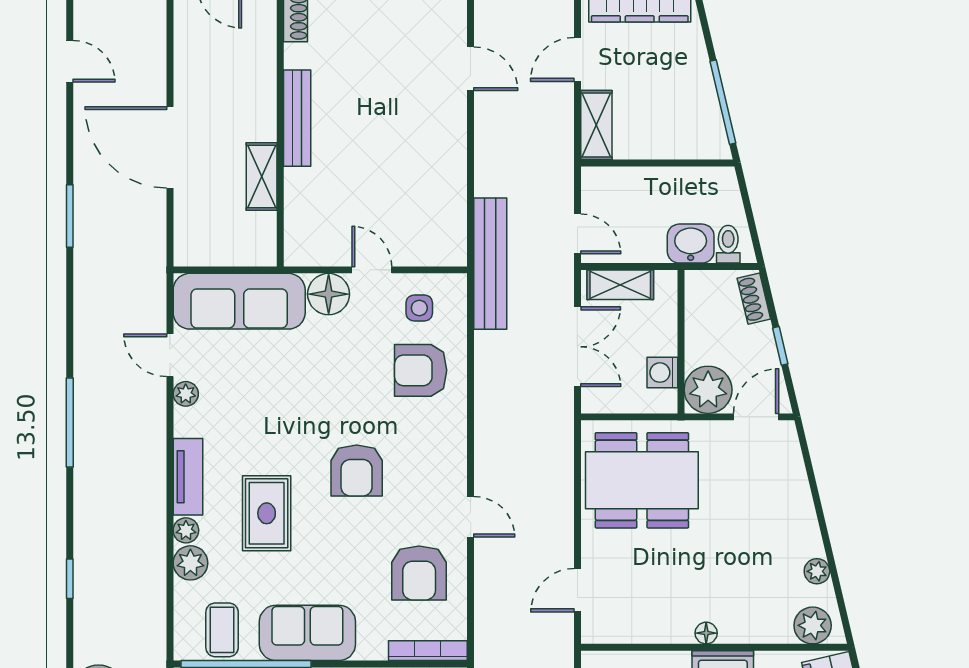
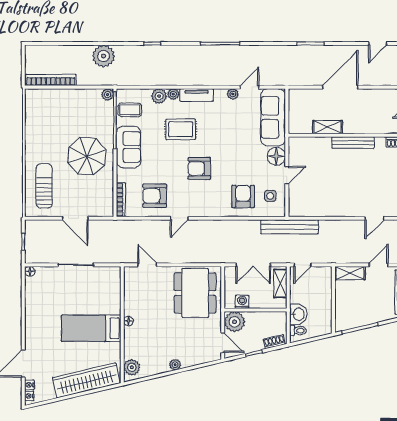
door: (577, 59) -> (379, 265), hinge flipped
plant: (817, 571) -> (175, 365), moved

